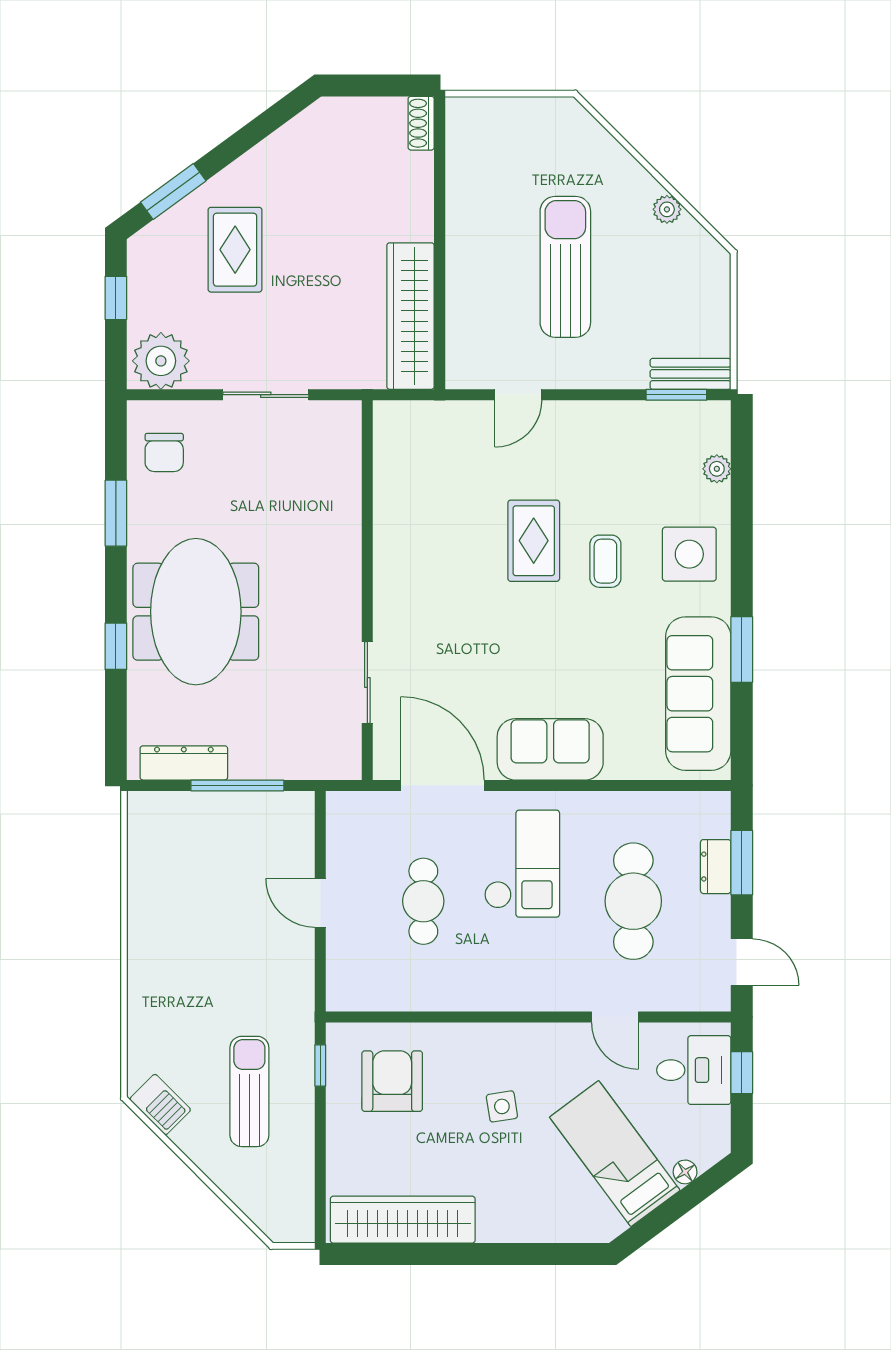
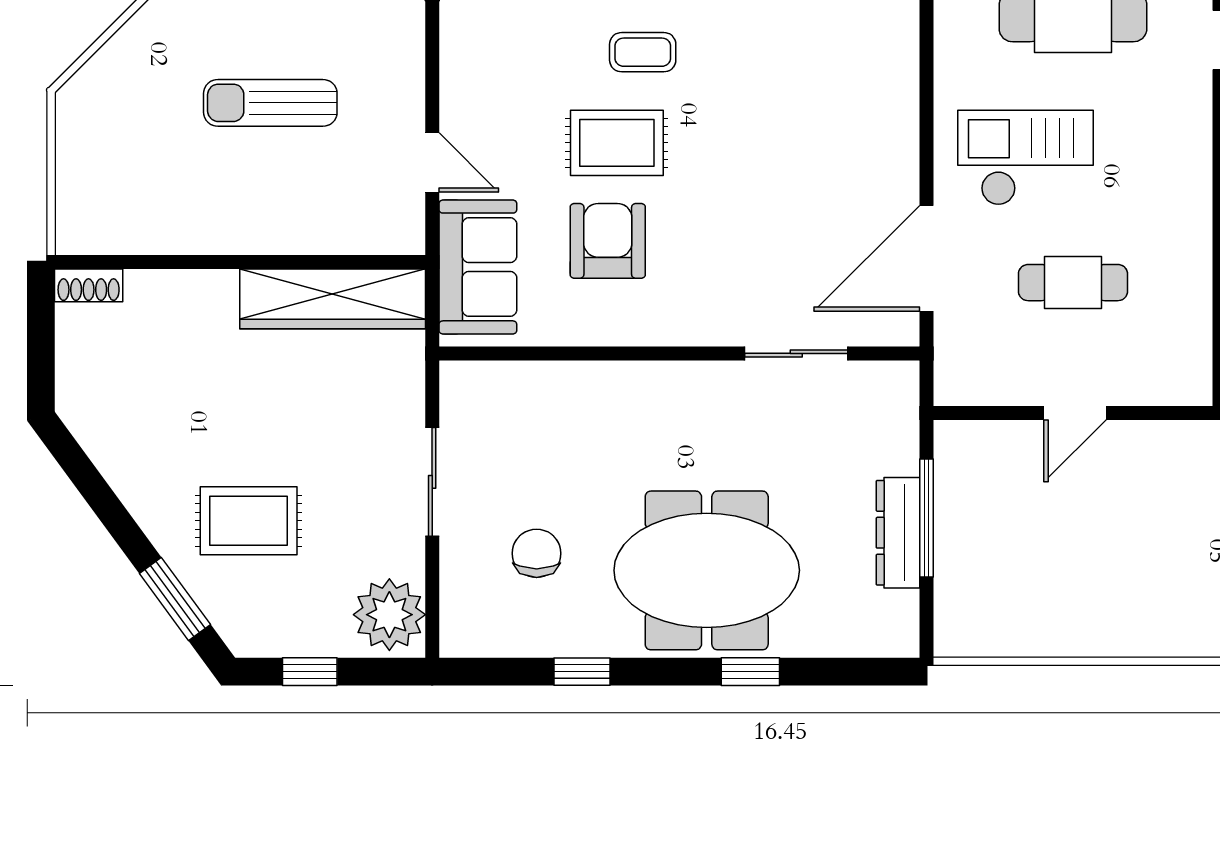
sun lounger: (565, 267) -> (270, 103), width x0.73, depth x0.75
chair: (164, 452) -> (537, 553), moved, turned -90
window: (116, 513) -> (582, 672), width x0.67
armchair: (456, 534) -> (608, 241), added
sofa: (550, 749) -> (478, 267), moved, turned 180
dresser: (184, 763) -> (898, 533), moved

